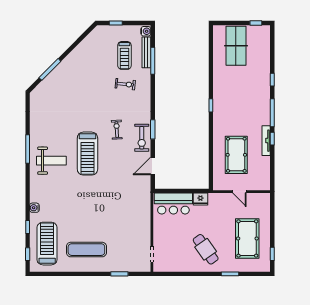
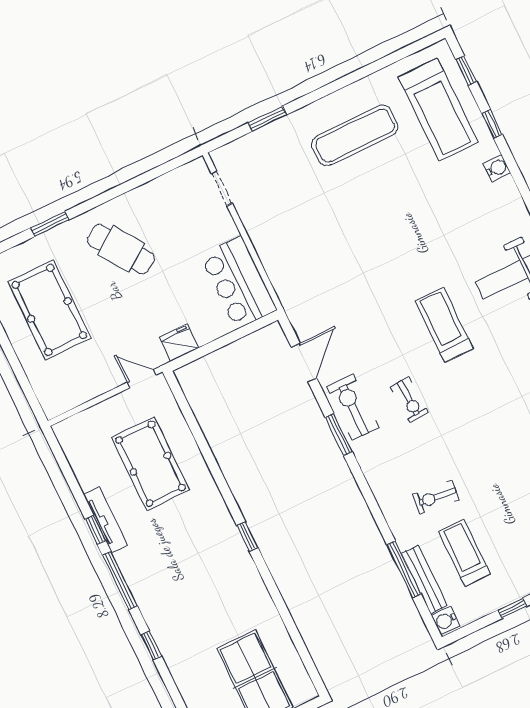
treadmill: (87, 154) -> (444, 325), width x0.73, depth x0.73
door: (239, 192) -> (141, 379), moved
bar counter: (173, 204) -> (239, 283), moved, turned -90

